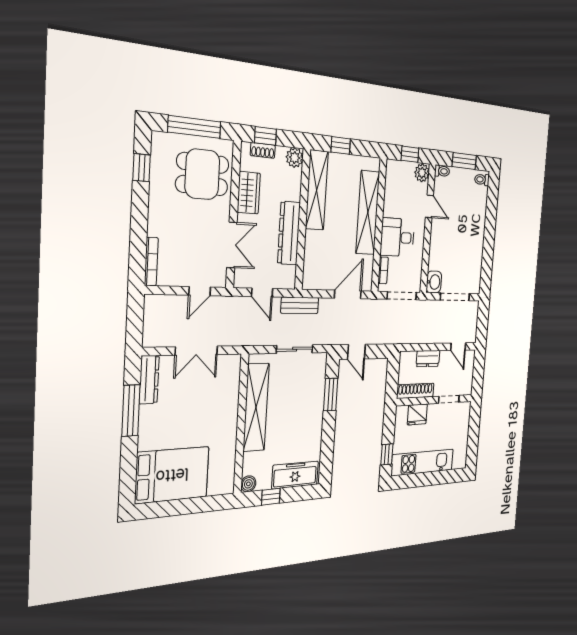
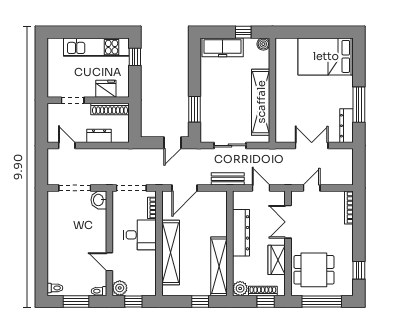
shoe rack: (263, 150) -> (263, 291), width x1.43
door: (356, 352) -> (172, 143), swing flipped

